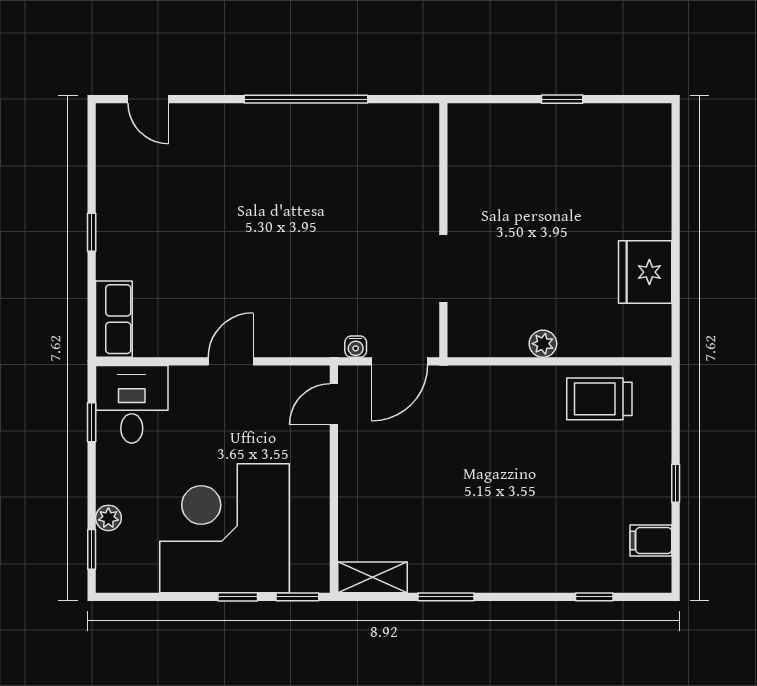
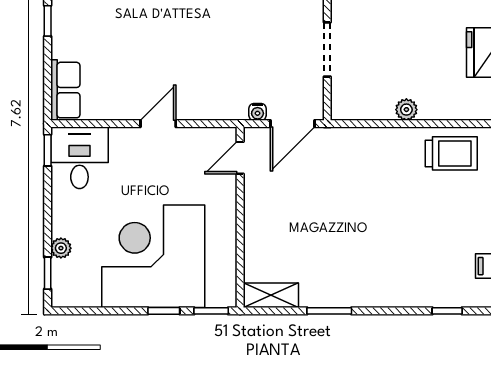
trolley: (599, 399) -> (451, 153), turned 180
window: (92, 422) -> (48, 150), moved

